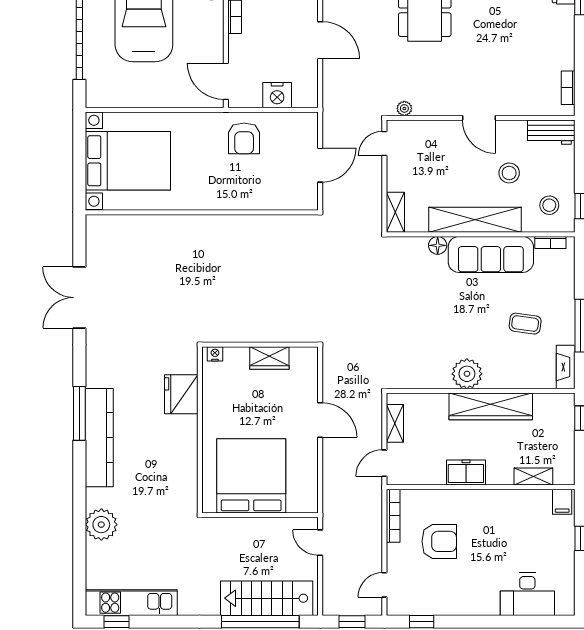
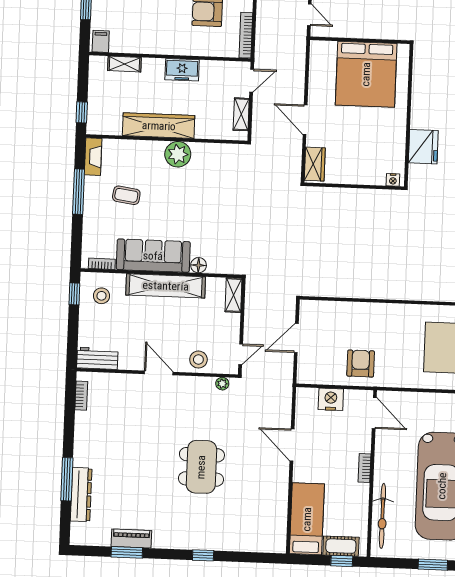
stool: (509, 173) -> (198, 360), moved
wardrobe: (269, 358) -> (315, 164), moved, turned 90

